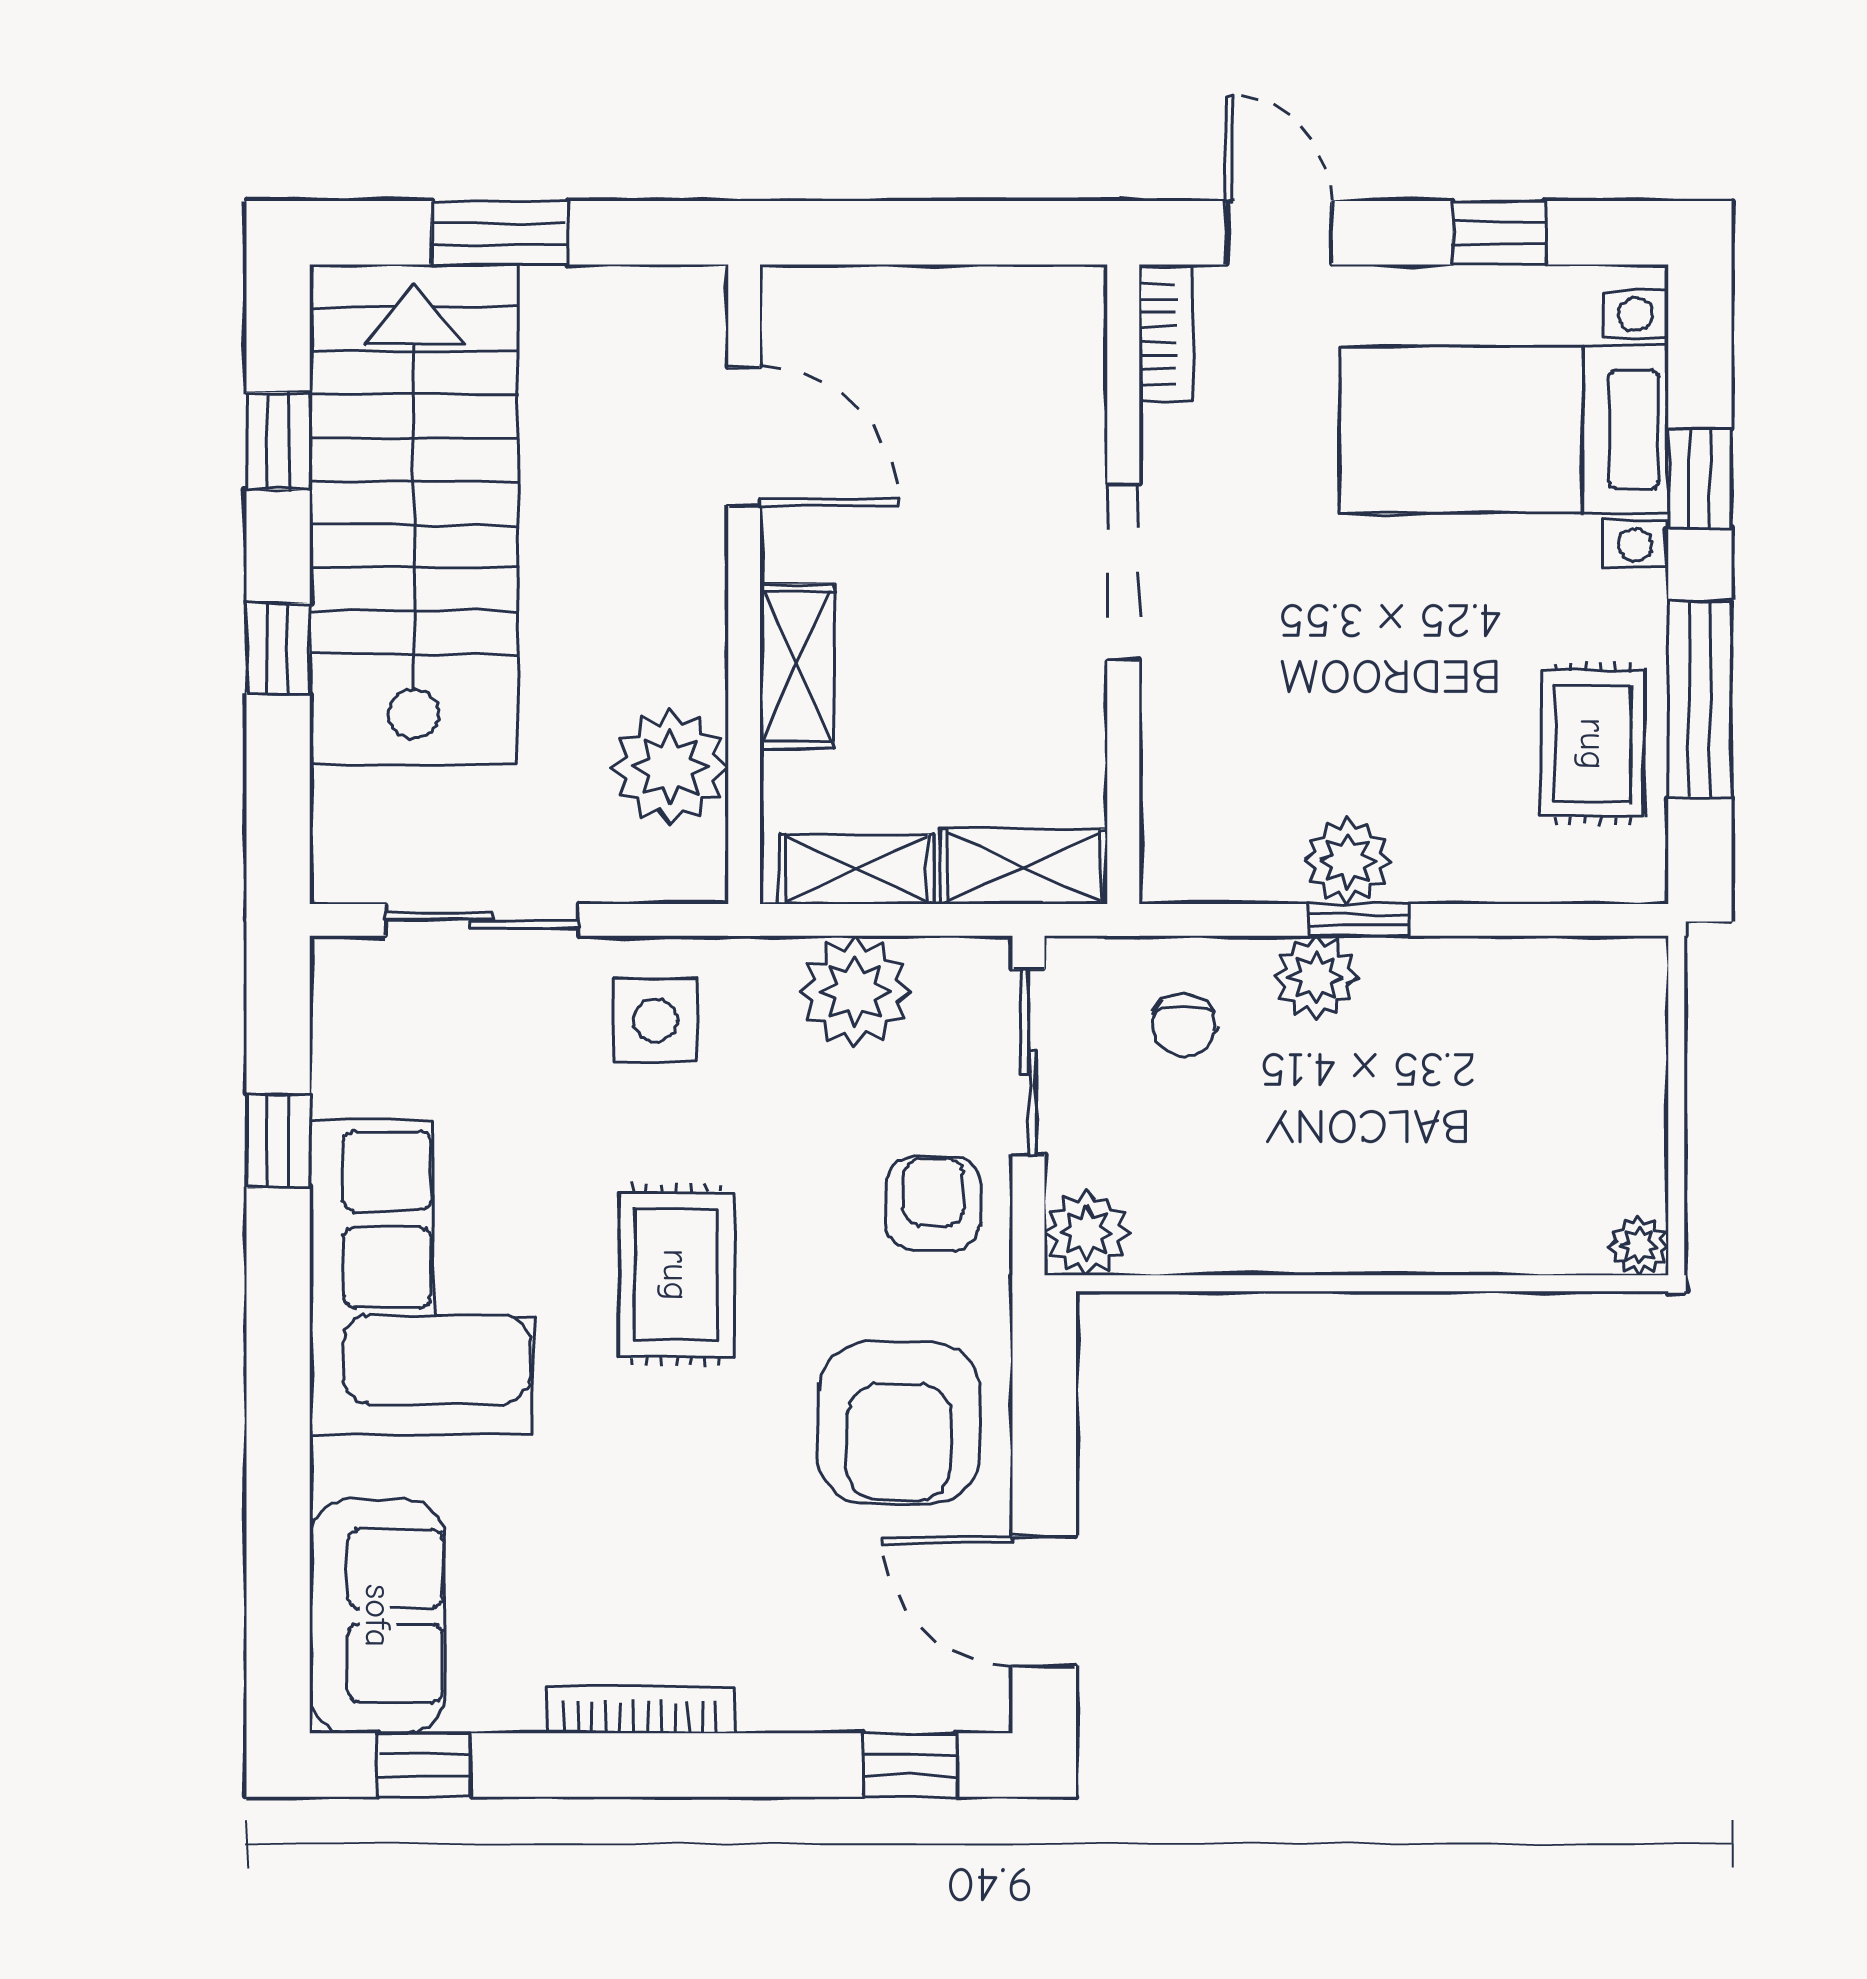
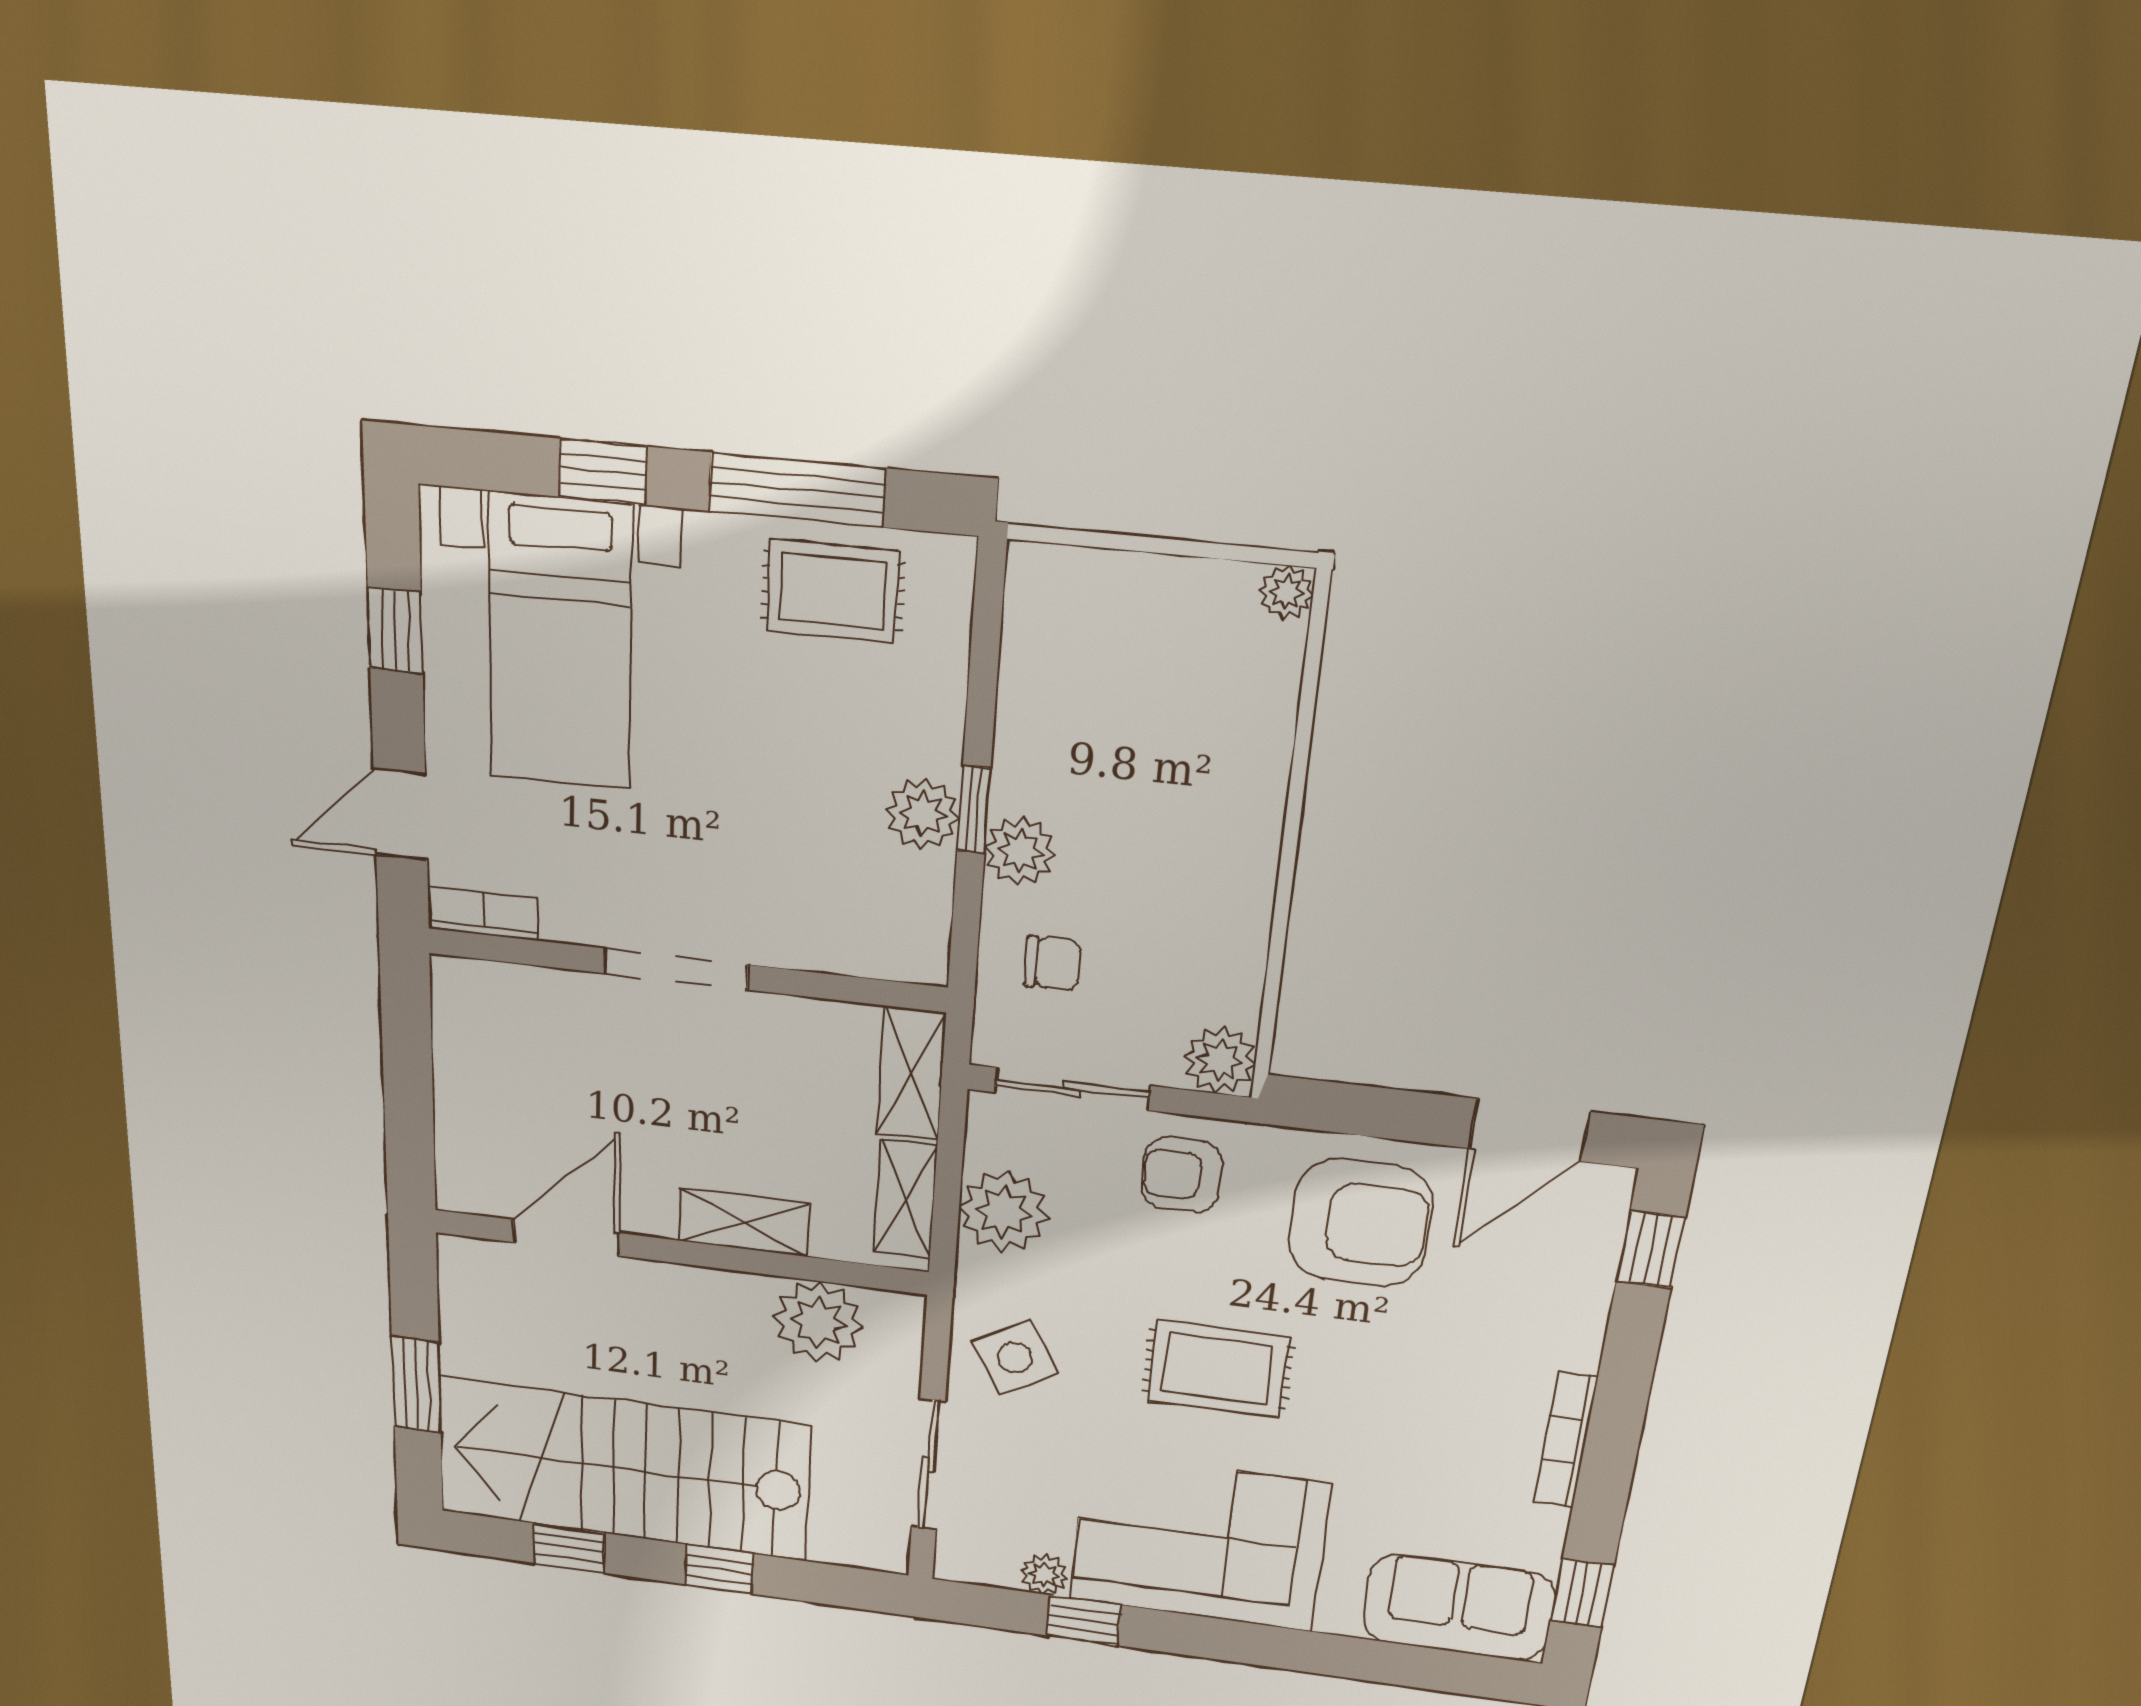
side table: (656, 1020) -> (1015, 1358), turned -30
plant: (341, 1083) -> (1044, 1575), added

